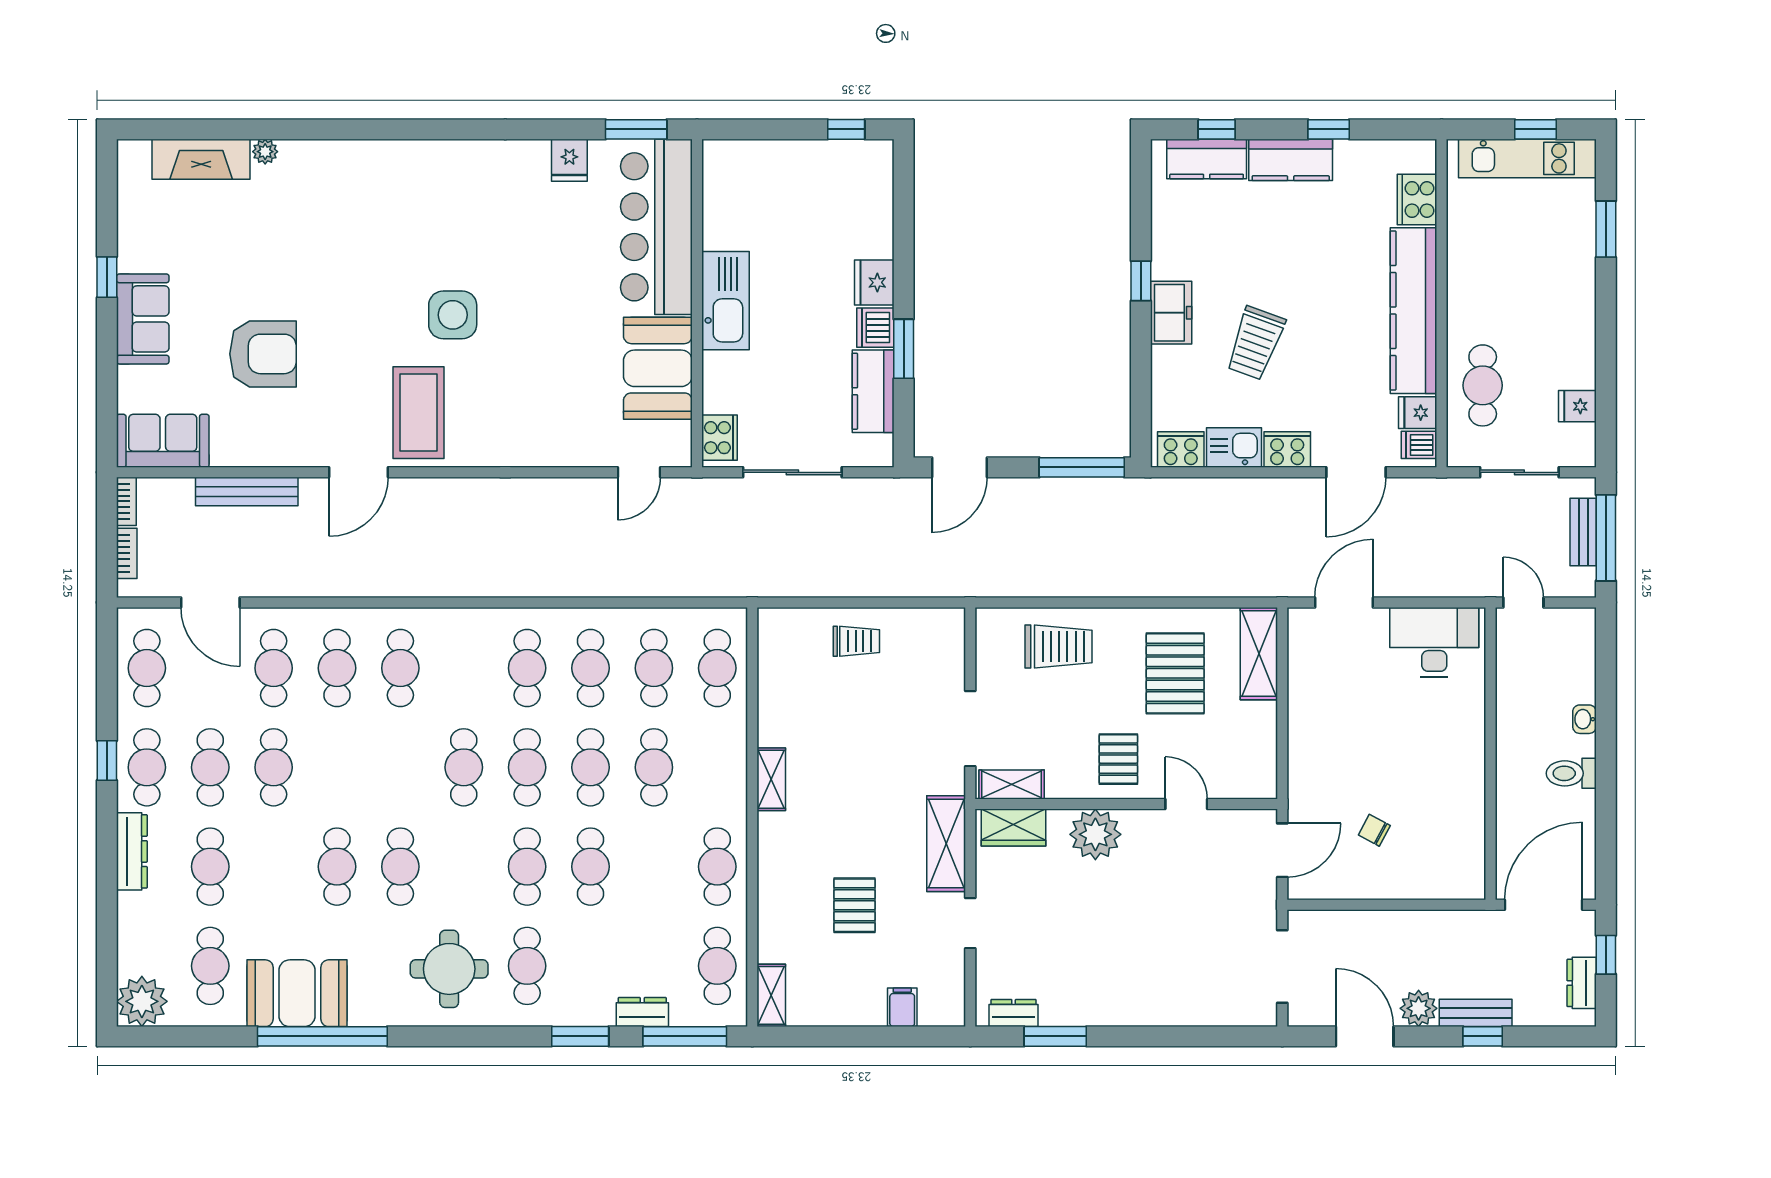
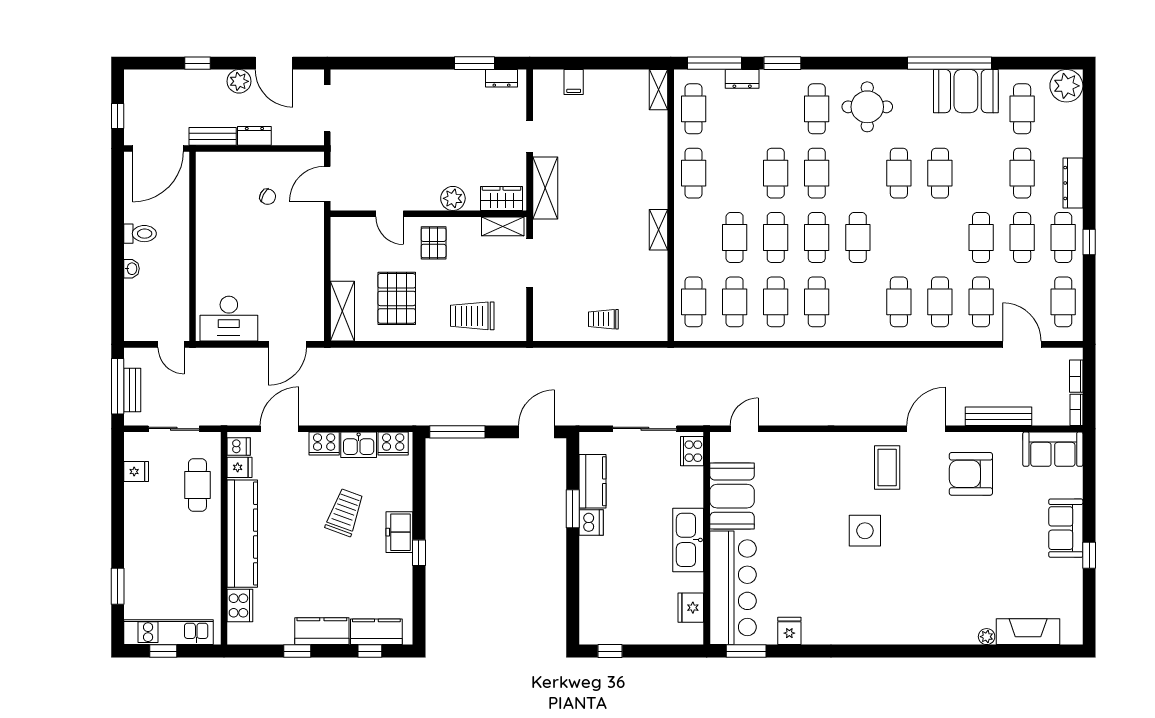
fridge: (874, 282) -> (691, 608), moved, turned 180
armchair: (263, 354) -> (971, 474), moved
coffee table: (418, 413) -> (887, 467), width x0.73, depth x0.76
plant: (1095, 834) -> (453, 198), width x0.73, depth x0.73
pallet: (855, 905) -> (605, 148), removed
dresser: (1582, 983) -> (254, 136), moved, turned -90
bench: (1476, 1013) -> (213, 136), moved

